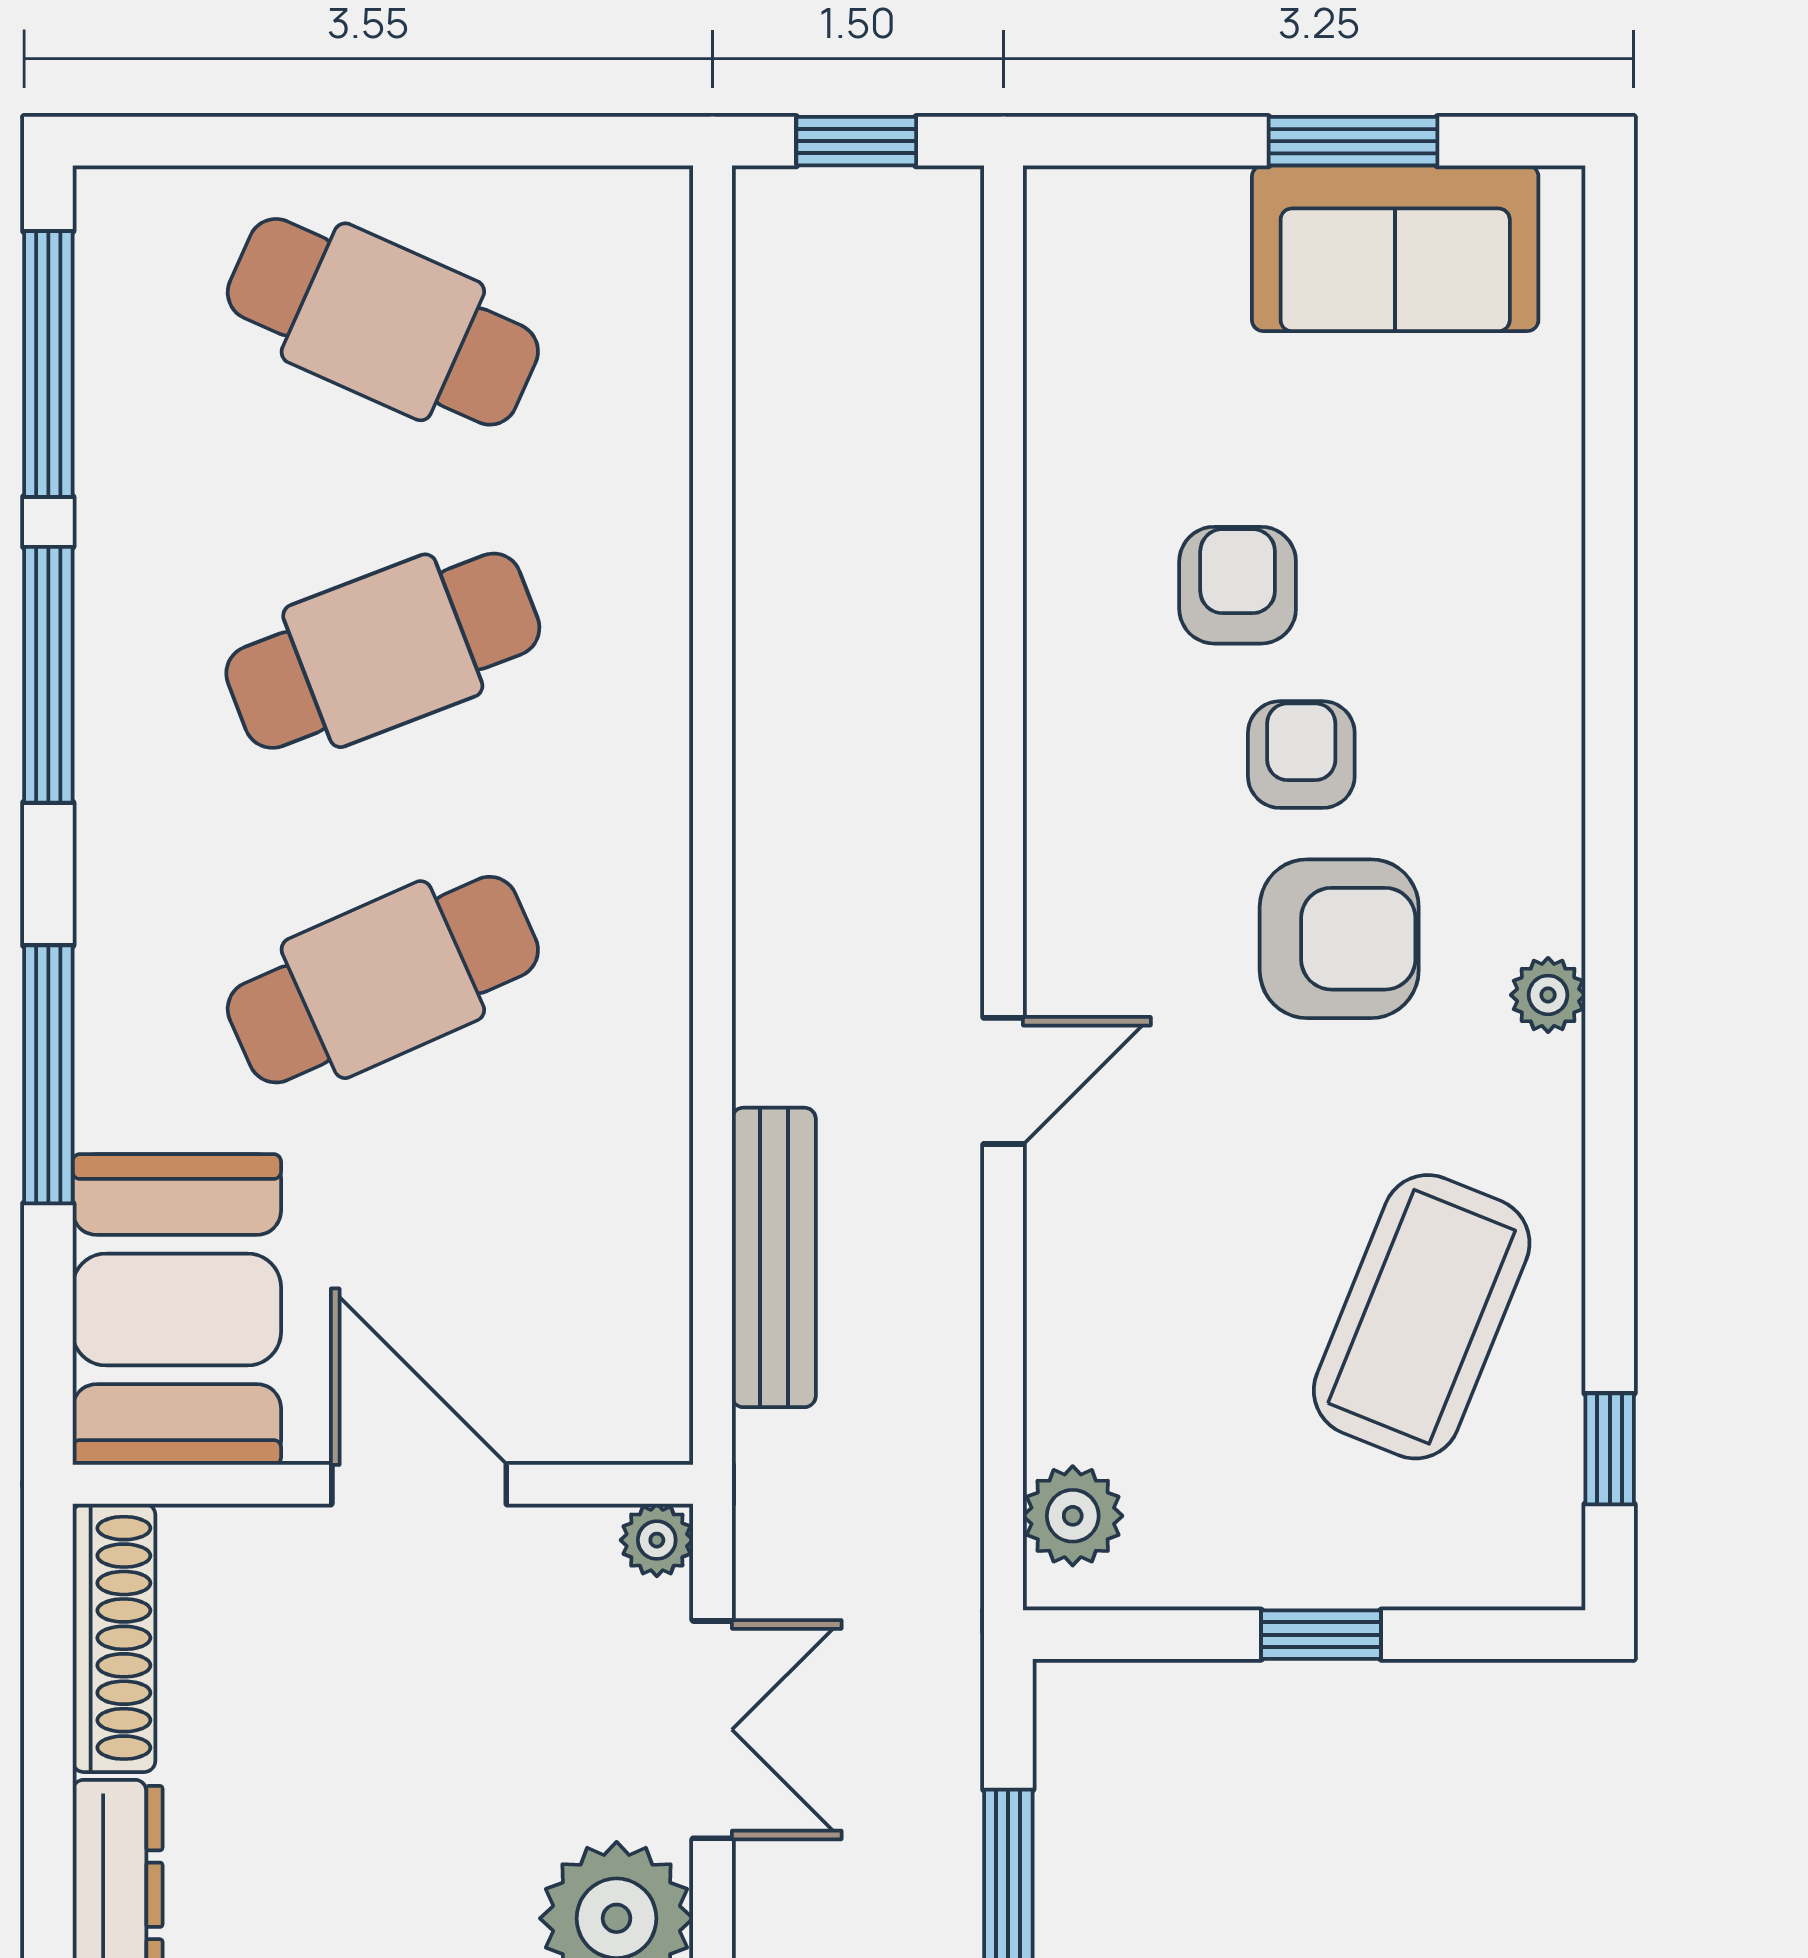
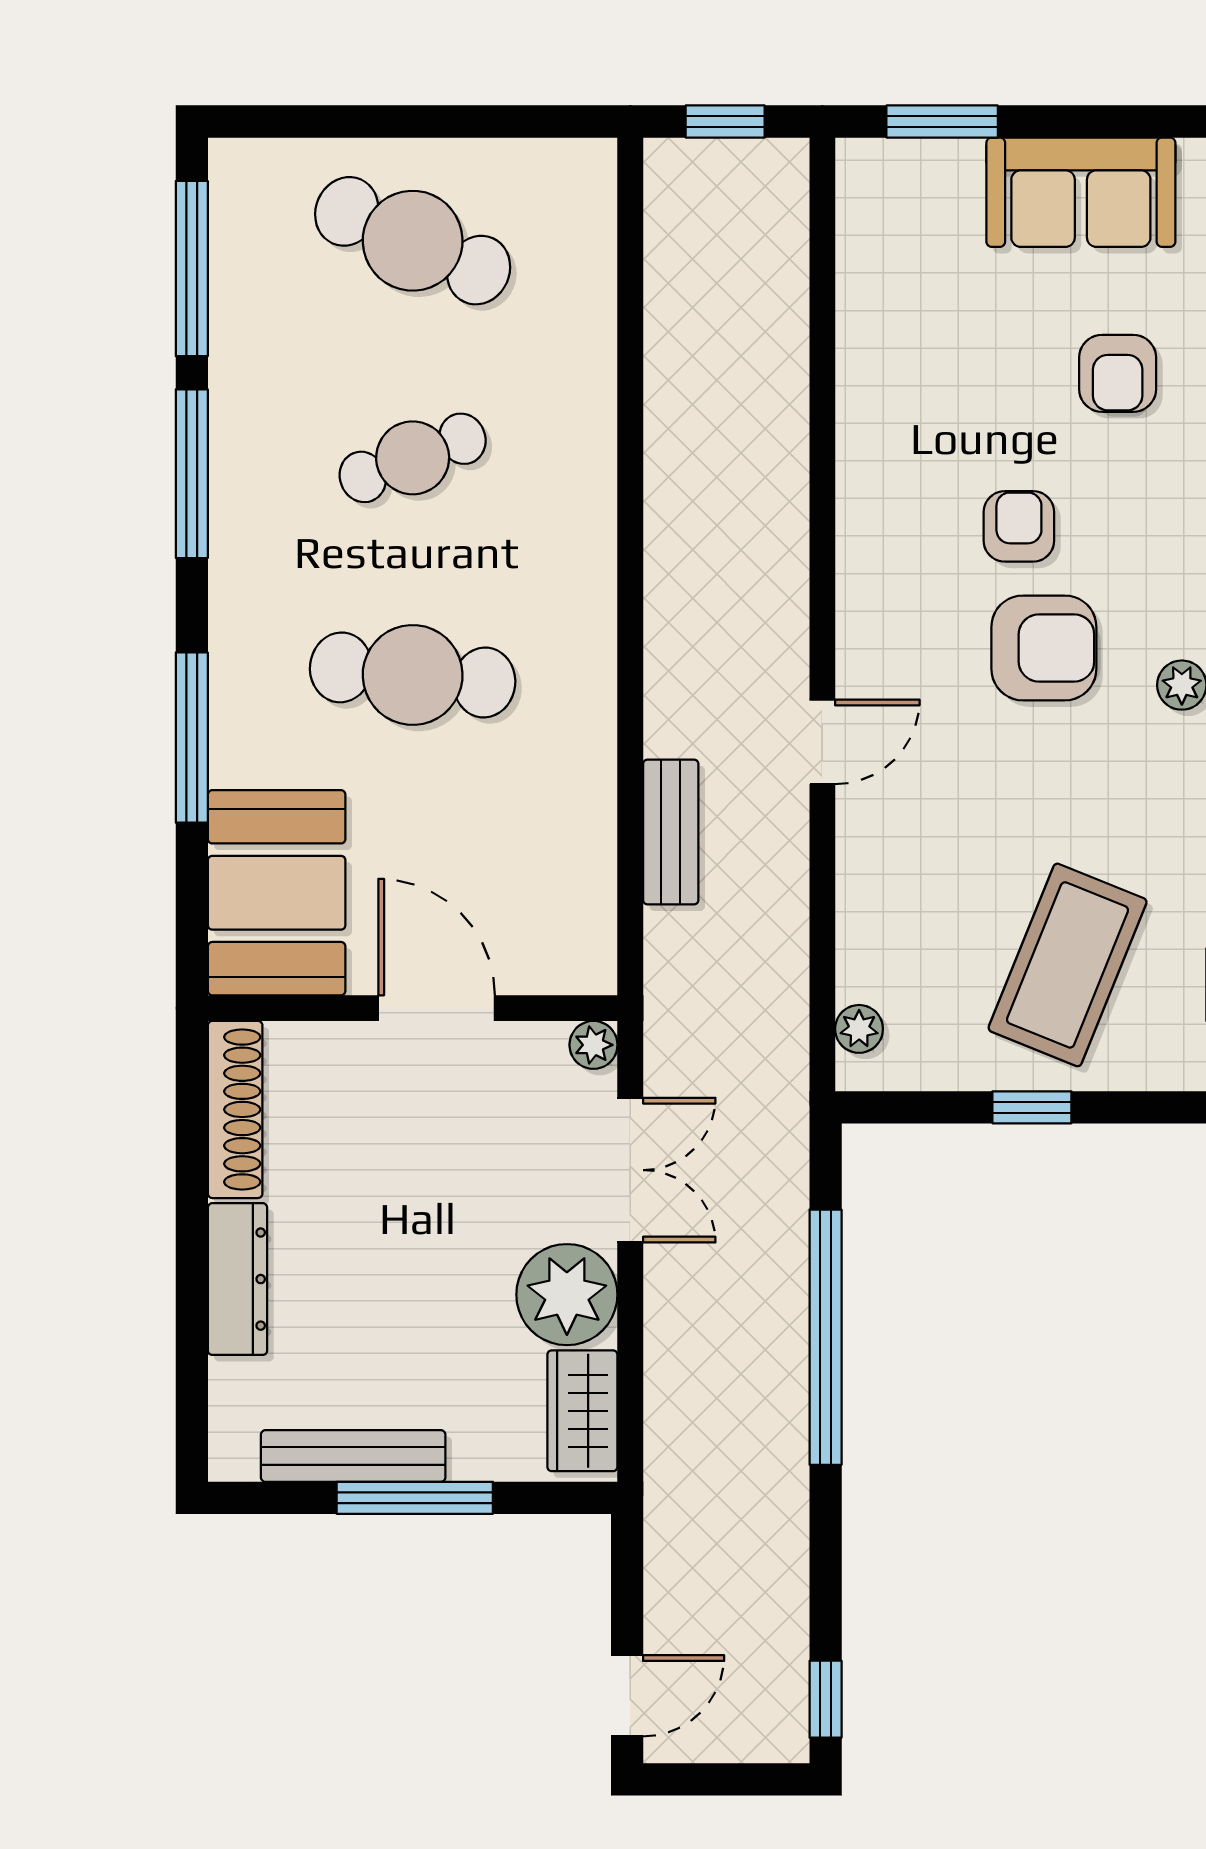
window: (1353, 141) -> (942, 122), moved
armchair: (1238, 585) -> (1118, 373), moved, turned 180
cafe table: (383, 651) -> (413, 458), width x0.73, depth x0.74
cafe table: (383, 980) -> (413, 675), turned 30
bench: (774, 1257) -> (671, 832), width x0.73
coffee table: (1422, 1317) -> (1068, 965), moved
plant: (1073, 1516) -> (859, 1029), width x0.73, depth x0.73

